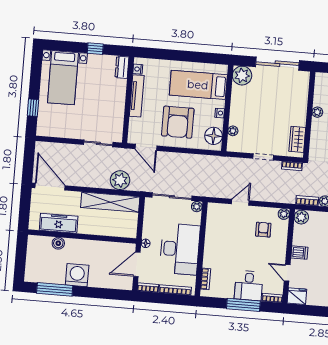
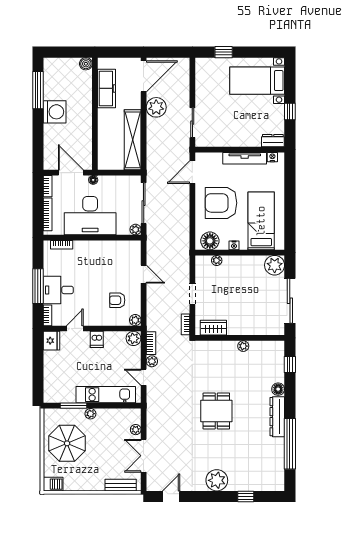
plant: (120, 180) -> (156, 107), moved
armchair: (263, 230) -> (117, 300), turned 180
boiler: (58, 243) -> (86, 64), moved

